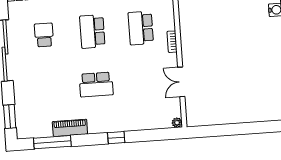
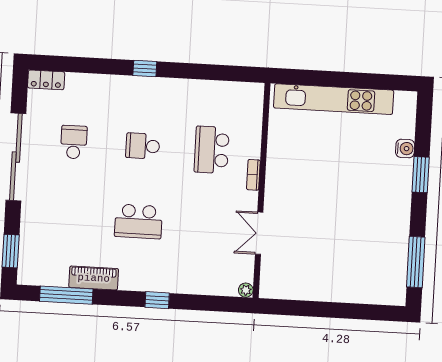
school desk: (92, 31) -> (143, 146), width x0.54

